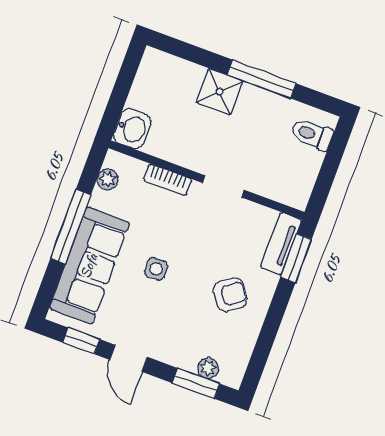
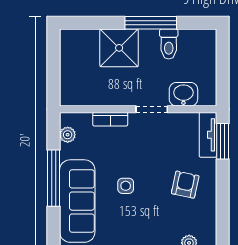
shower: (220, 92) -> (119, 48), width x1.36, depth x1.36
washbasin: (132, 129) -> (183, 94), moved, turned -90
toilet: (312, 134) -> (169, 44), moved, turned -90
armchair: (230, 295) -> (185, 185), turned -42

